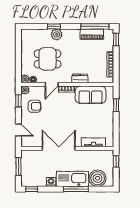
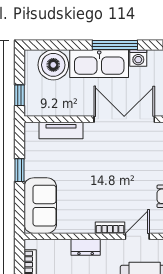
sofa: (91, 95) -> (40, 206), moved, turned 90
window: (116, 105) -> (19, 170), moved
double door: (59, 148) -> (124, 119), swing flipped
window: (76, 189) -> (115, 45), moved

